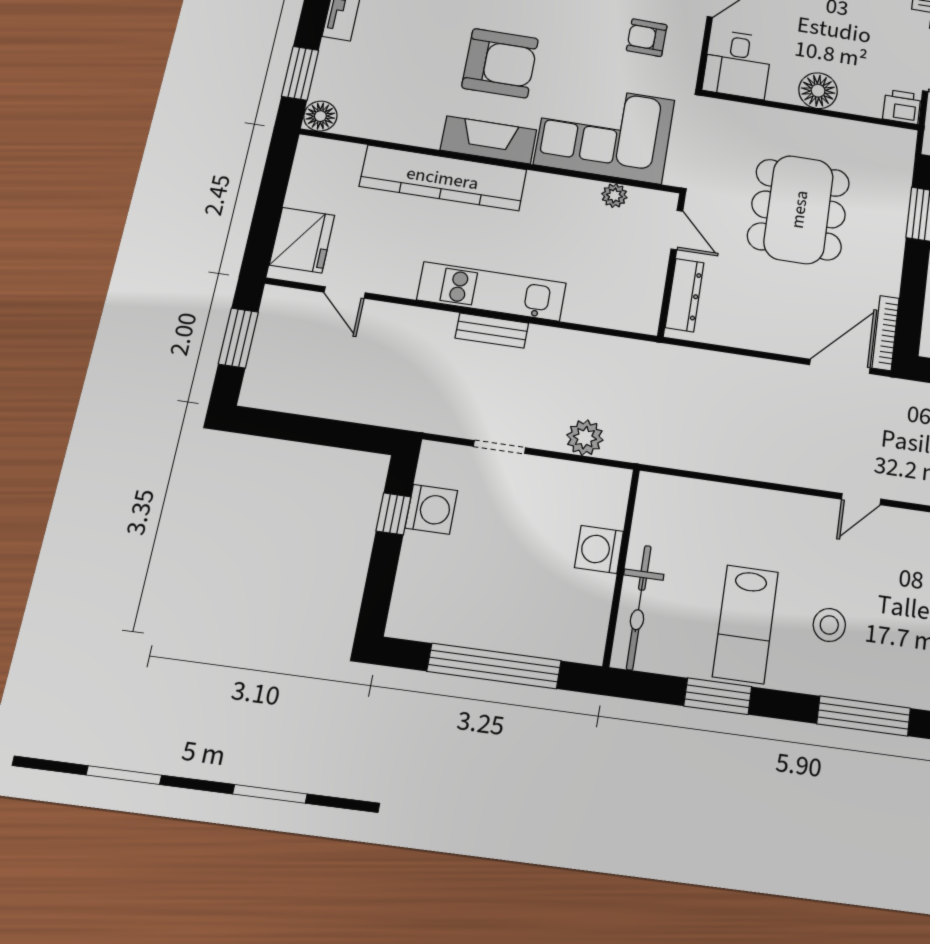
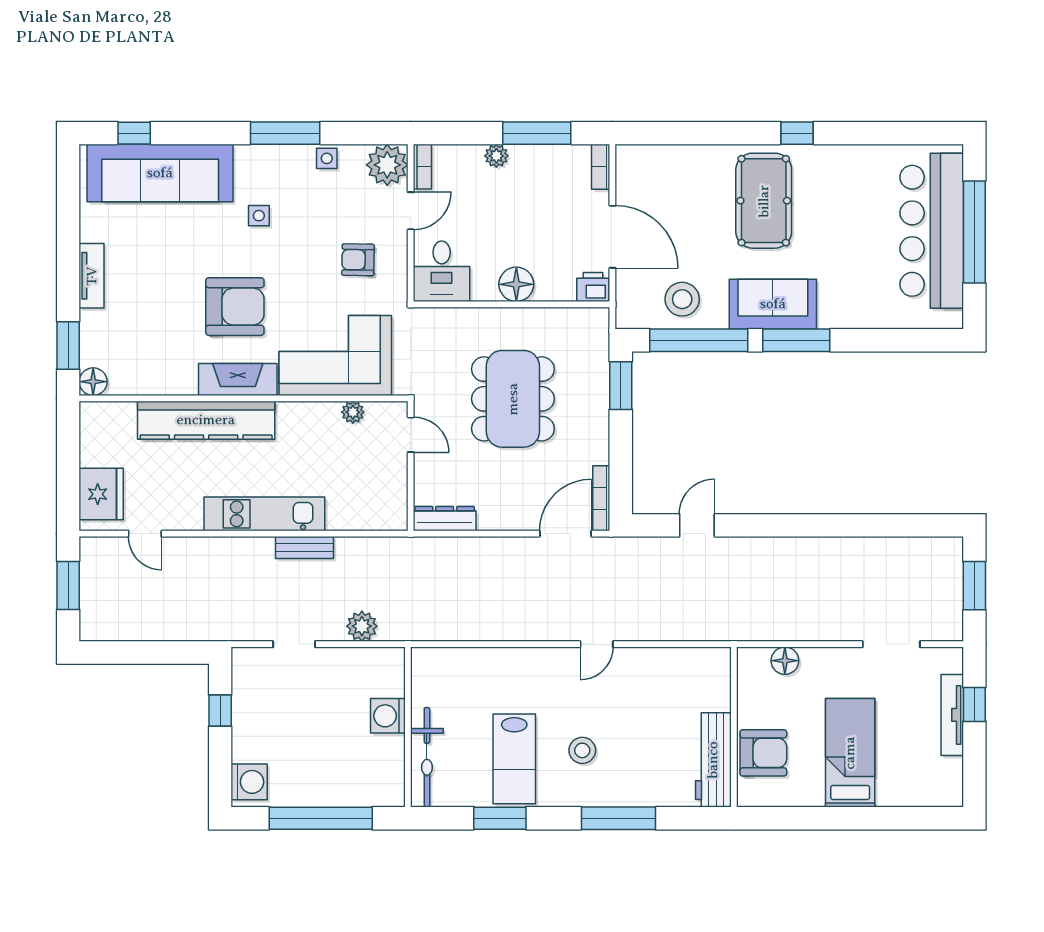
dresser: (685, 295) -> (445, 519), moved, turned -90
bench: (492, 331) -> (304, 547), moved
washing machine: (431, 509) -> (249, 782), moved

